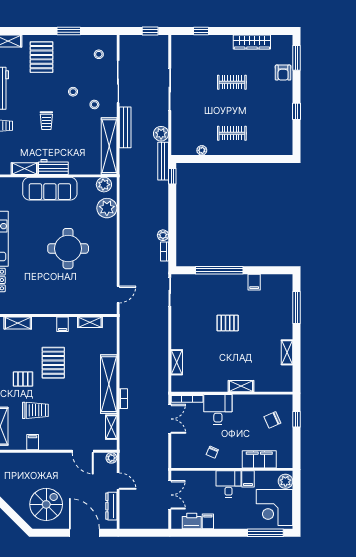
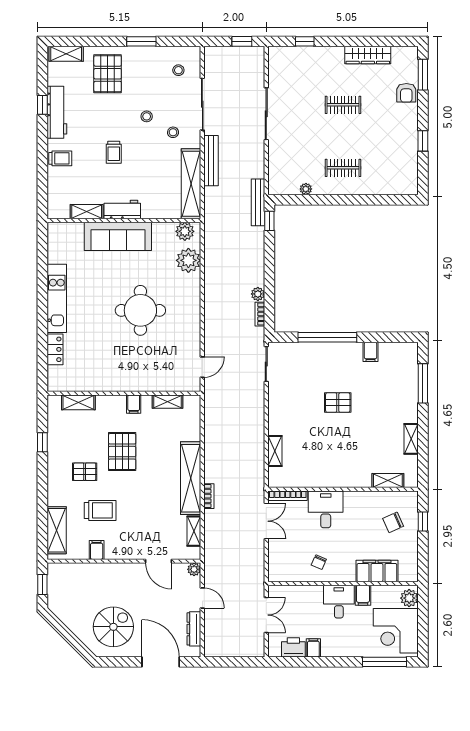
plant: (161, 134) -> (255, 168), removed
shelving: (241, 386) -> (388, 481), moved

